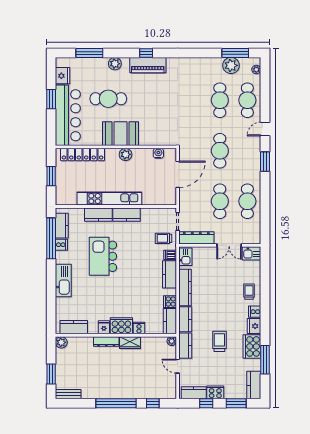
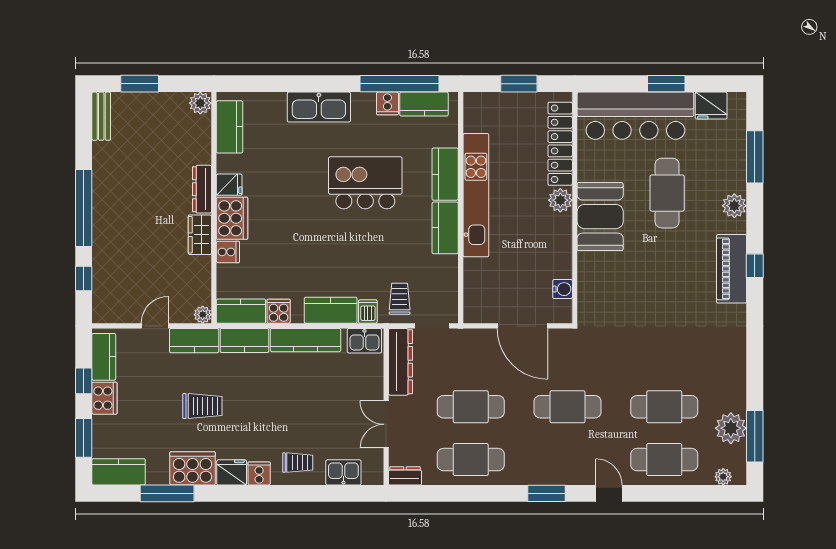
plant: (126, 154) -> (560, 200), moved
dresser: (256, 236) -> (405, 476), added
kitchen sink: (252, 253) -> (343, 472), moved, turned 90

